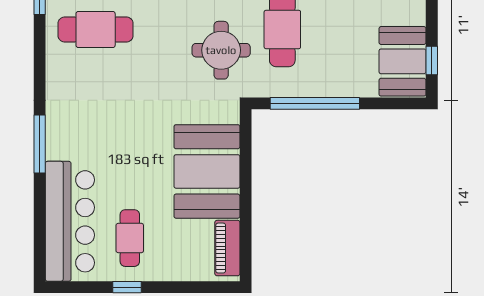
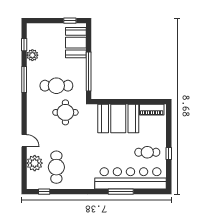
booth: (402, 61) -> (76, 43), moved, turned 90
window: (40, 144) -> (121, 192), moved
bar counter: (70, 221) -> (130, 178), width x1.36

